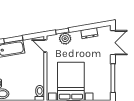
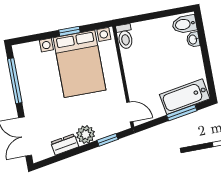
plant: (65, 39) -> (86, 135), moved

